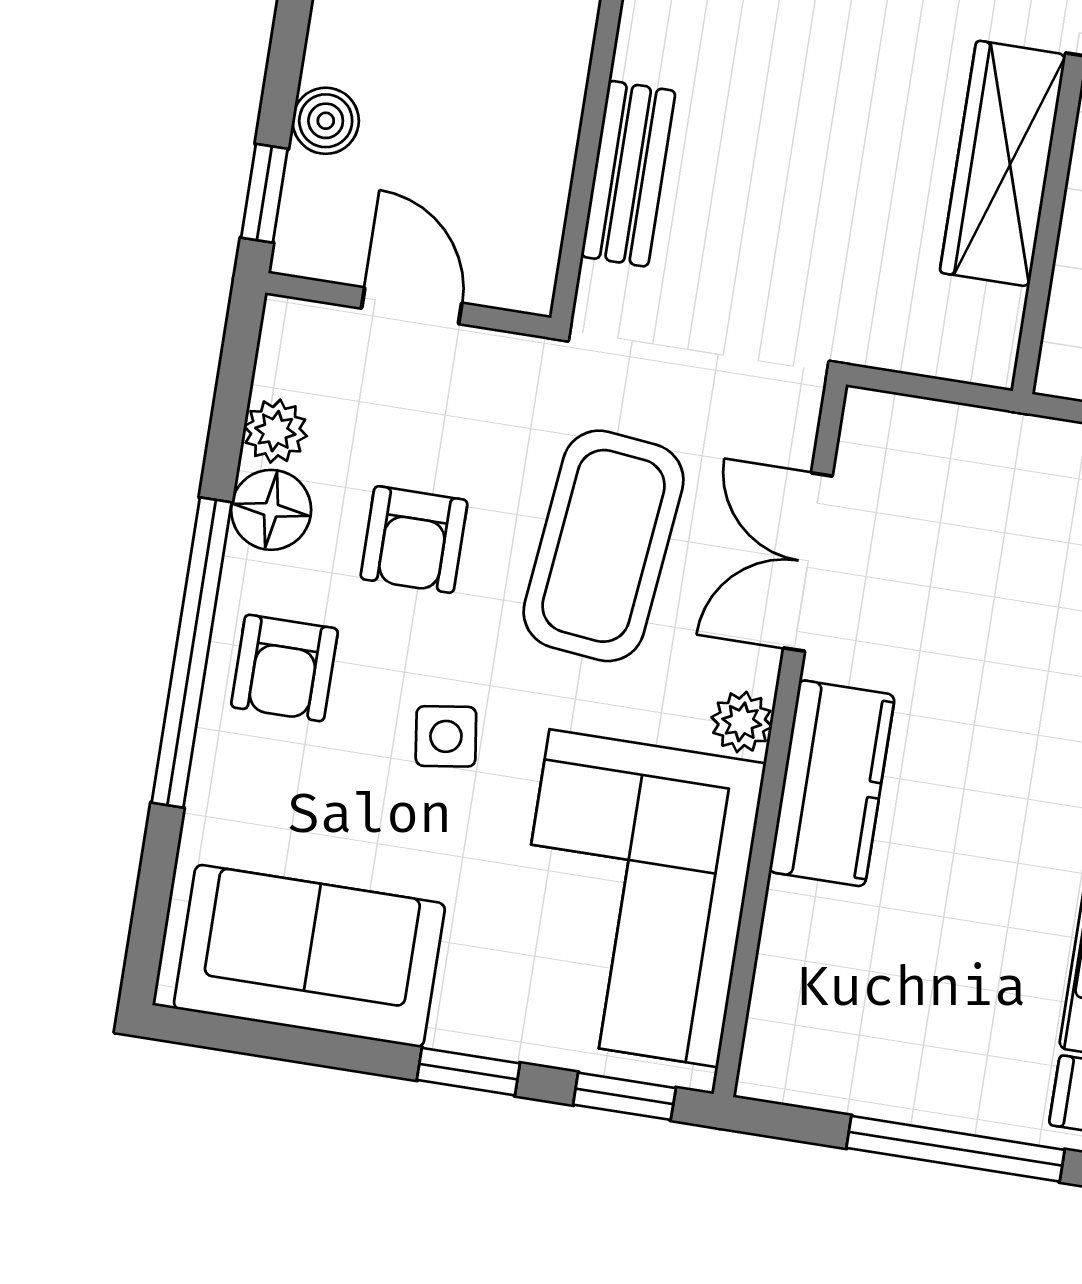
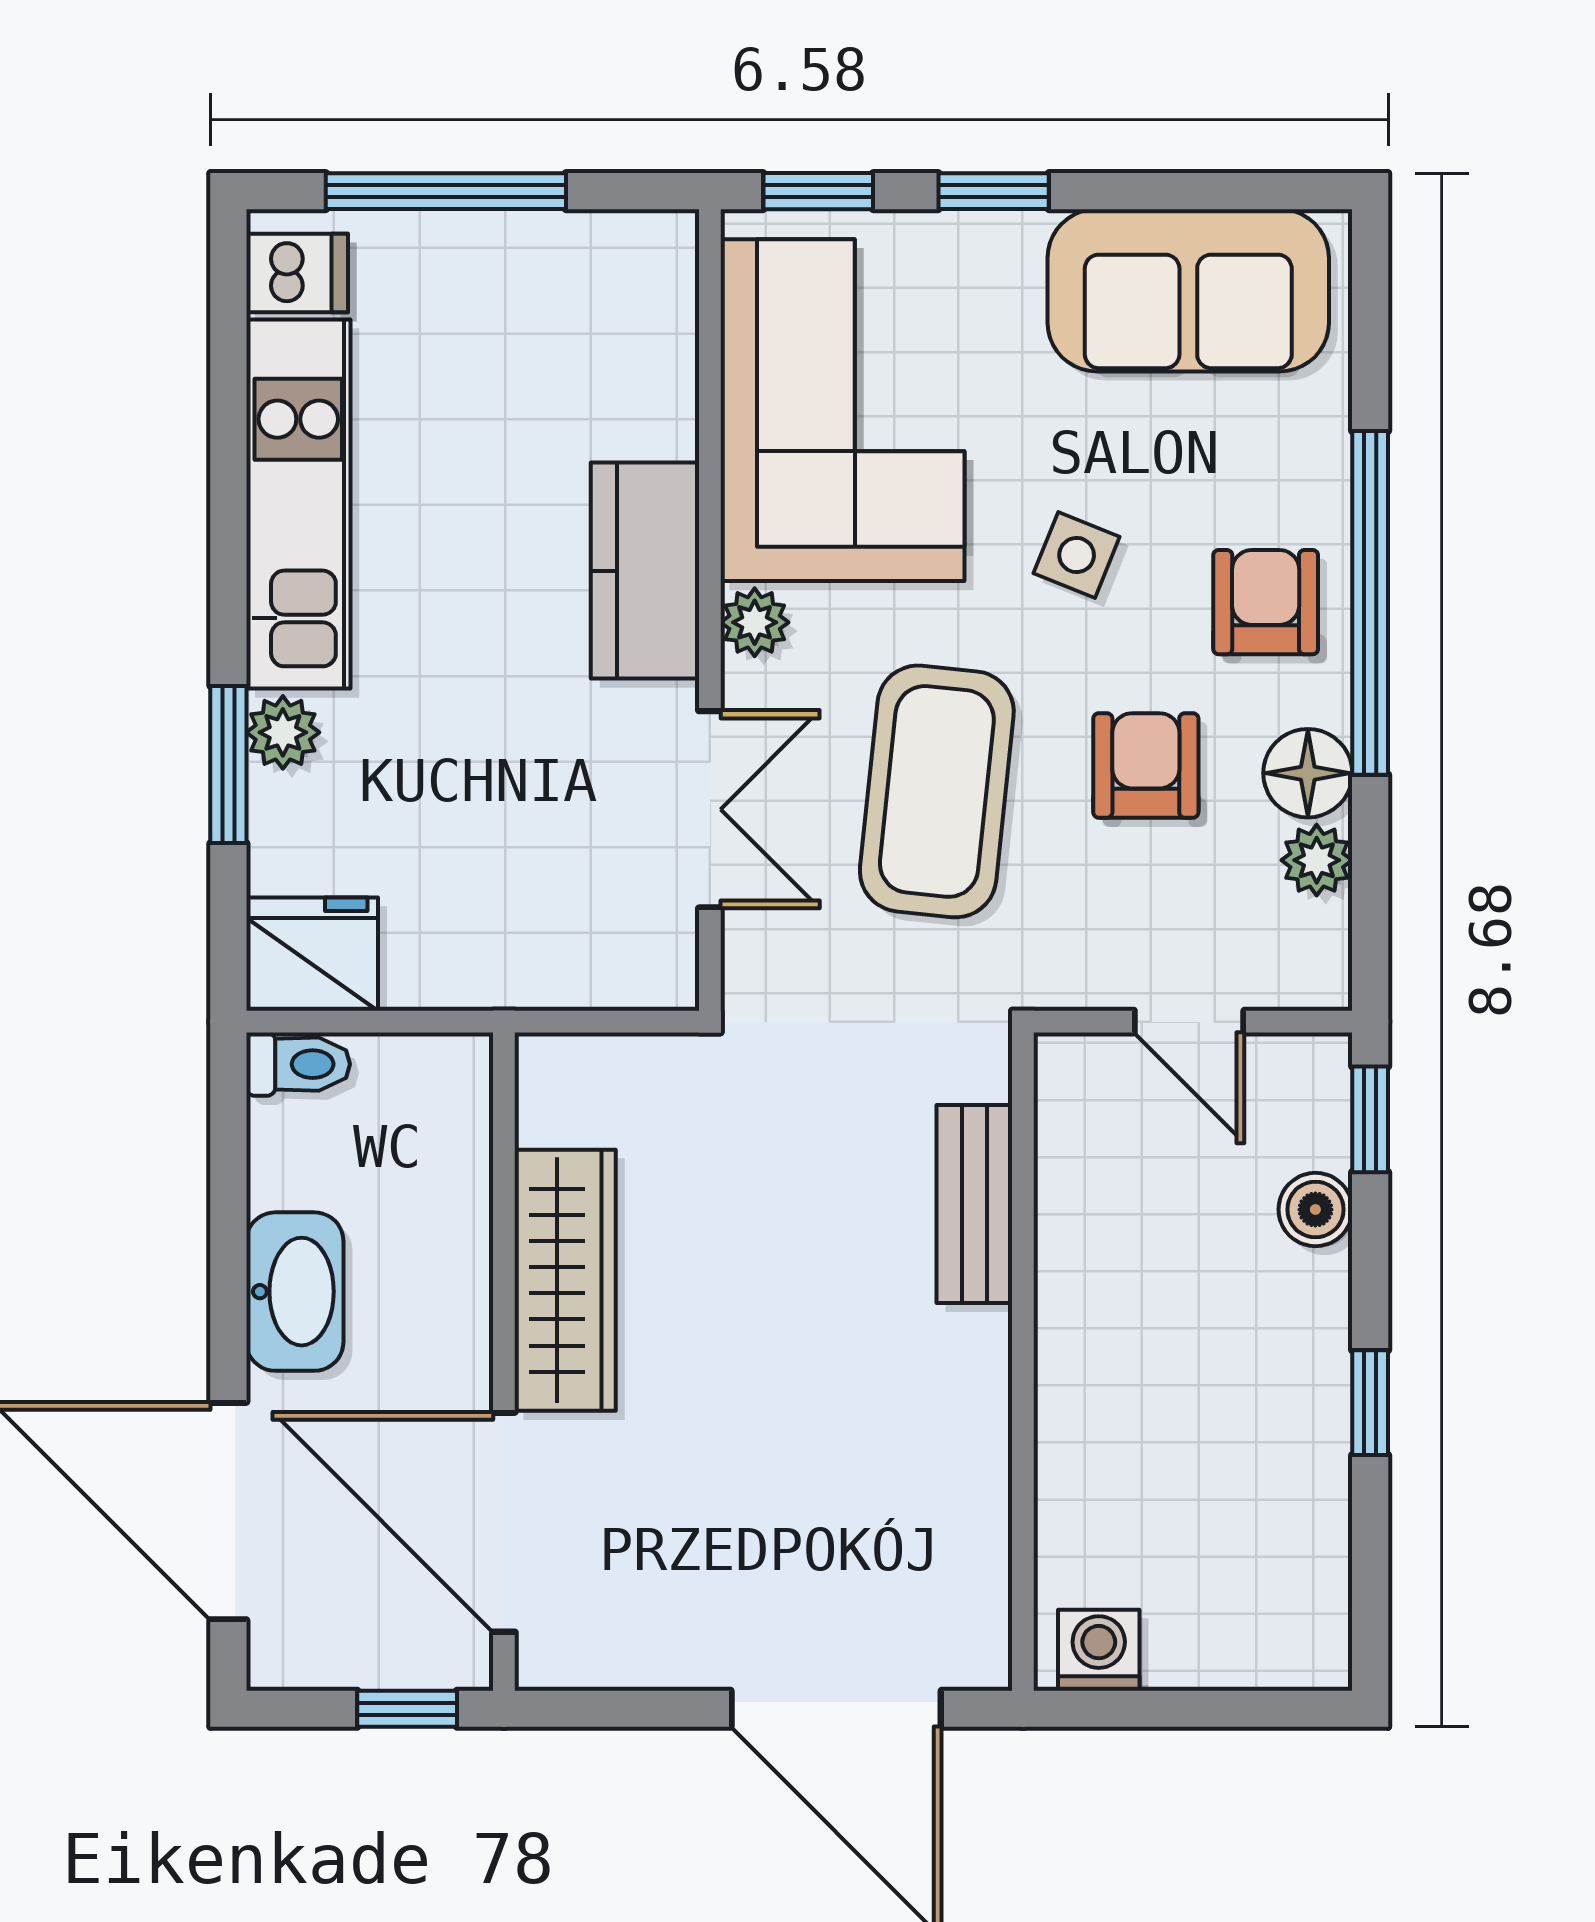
side table: (446, 736) -> (1077, 555), turned 30

